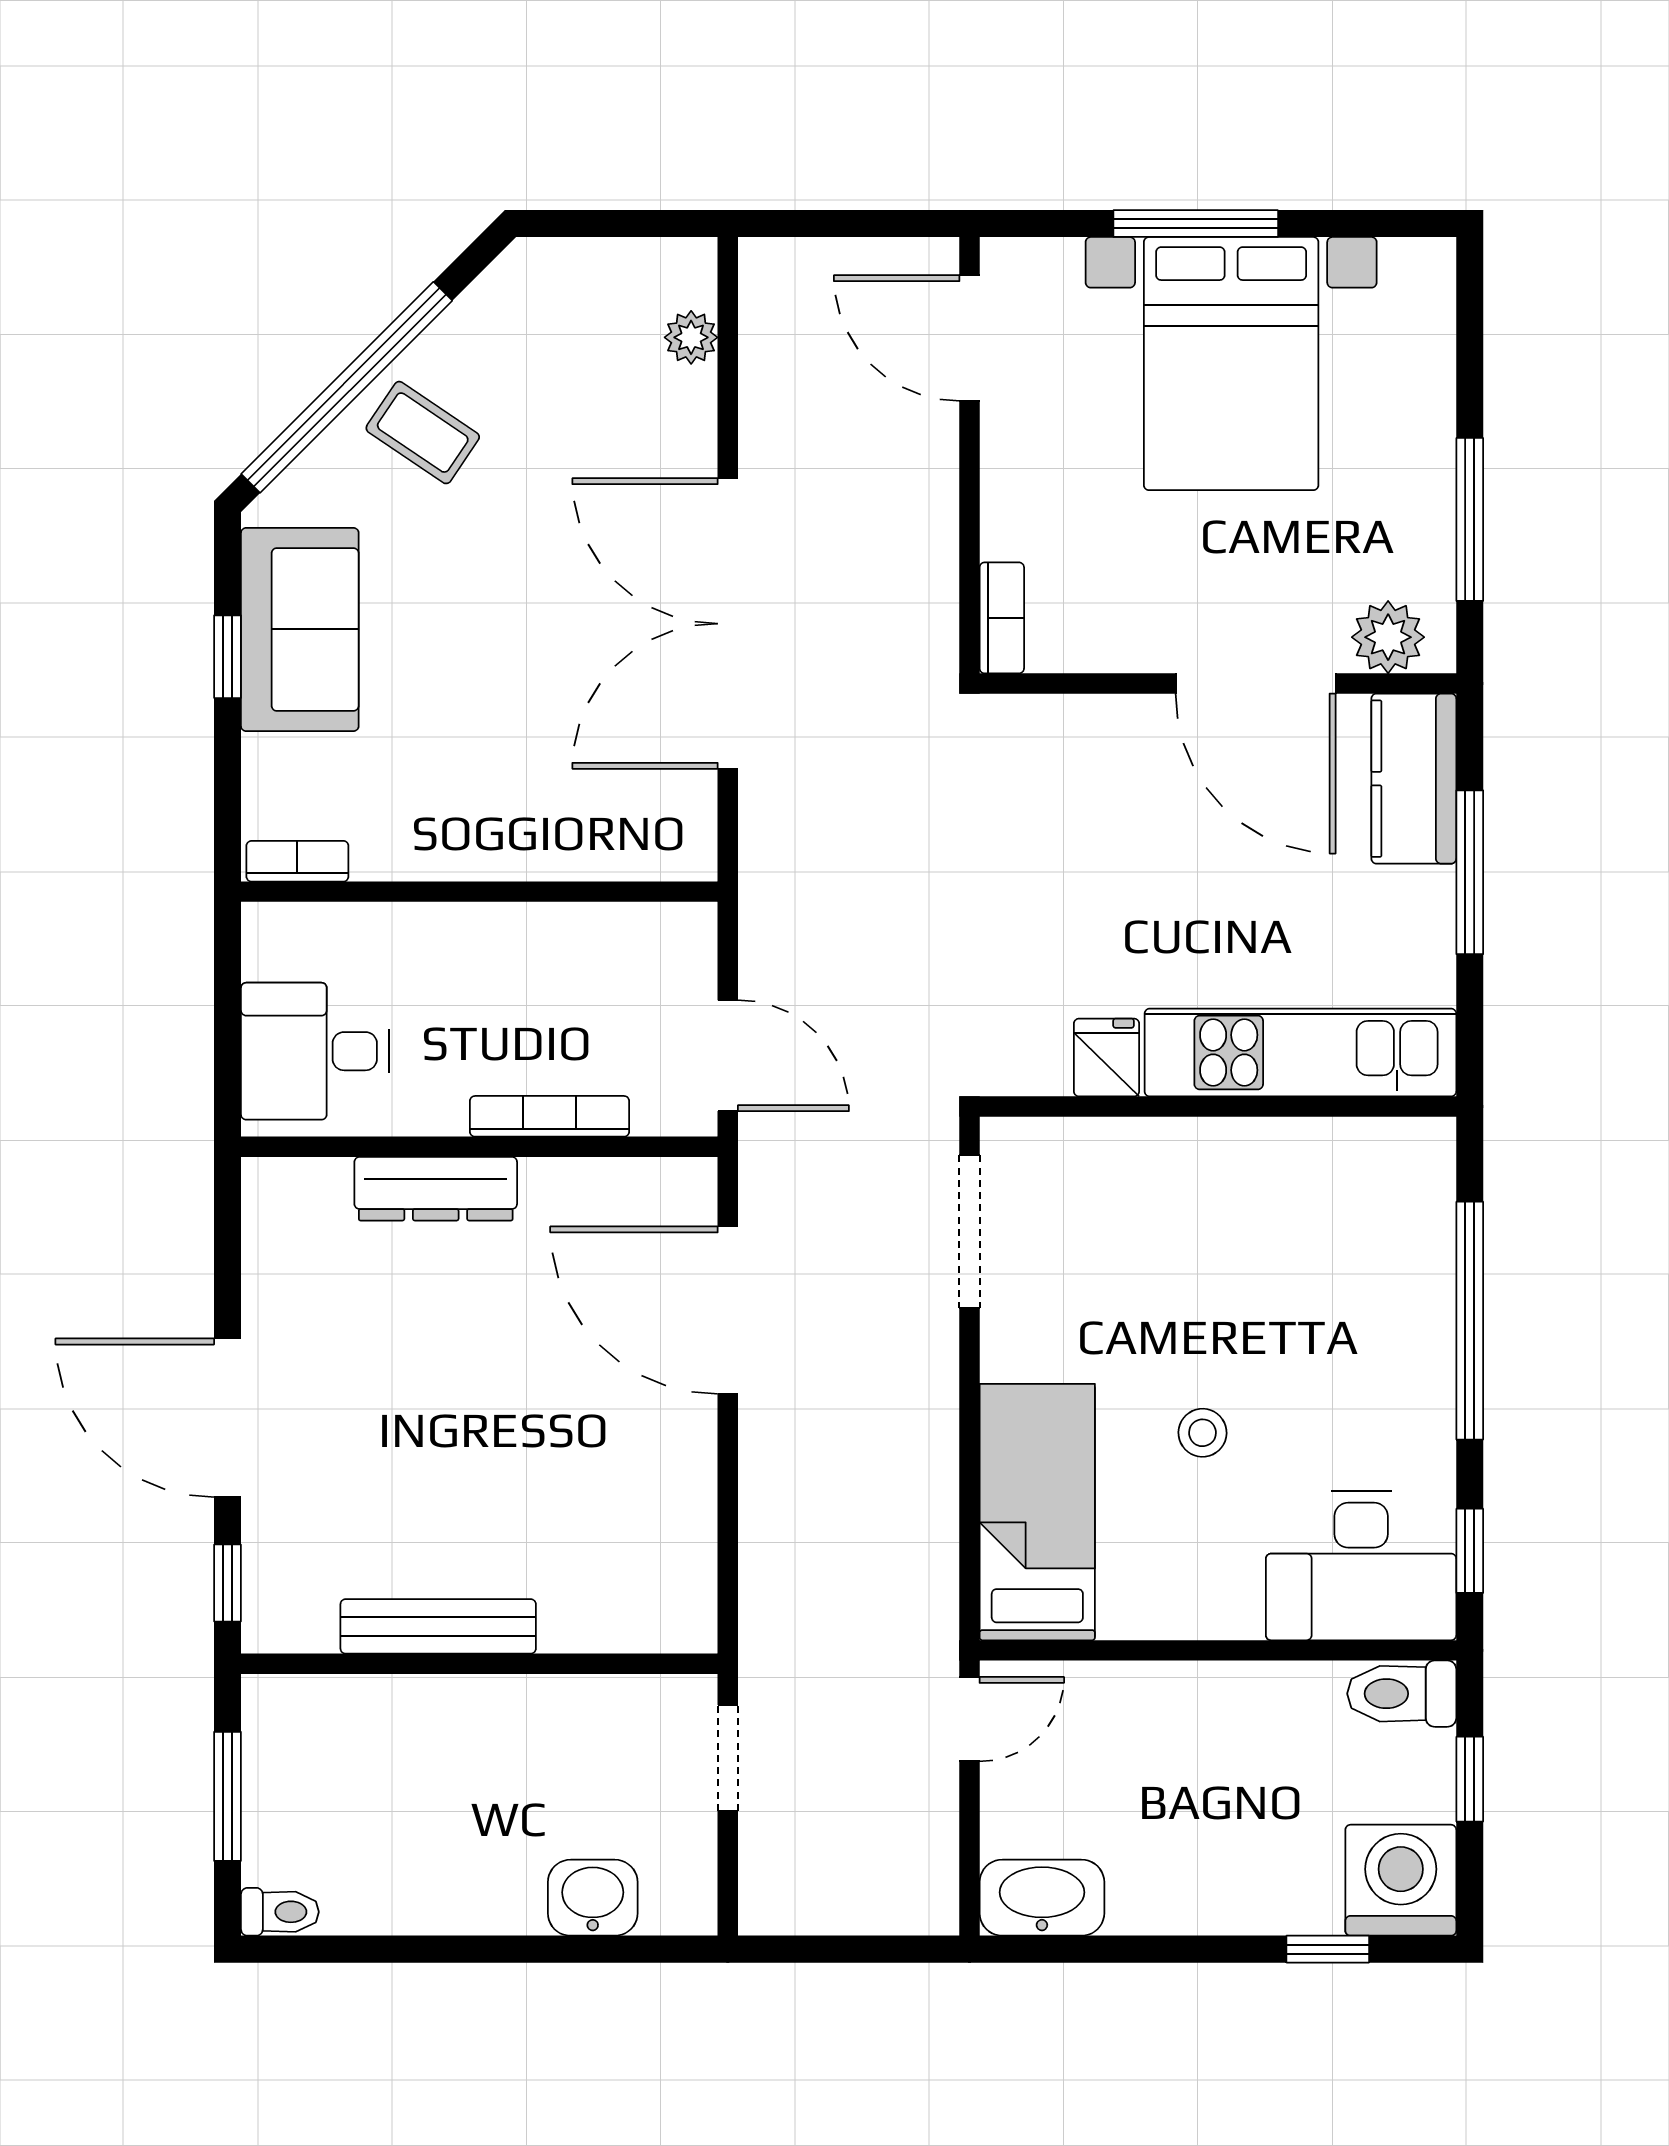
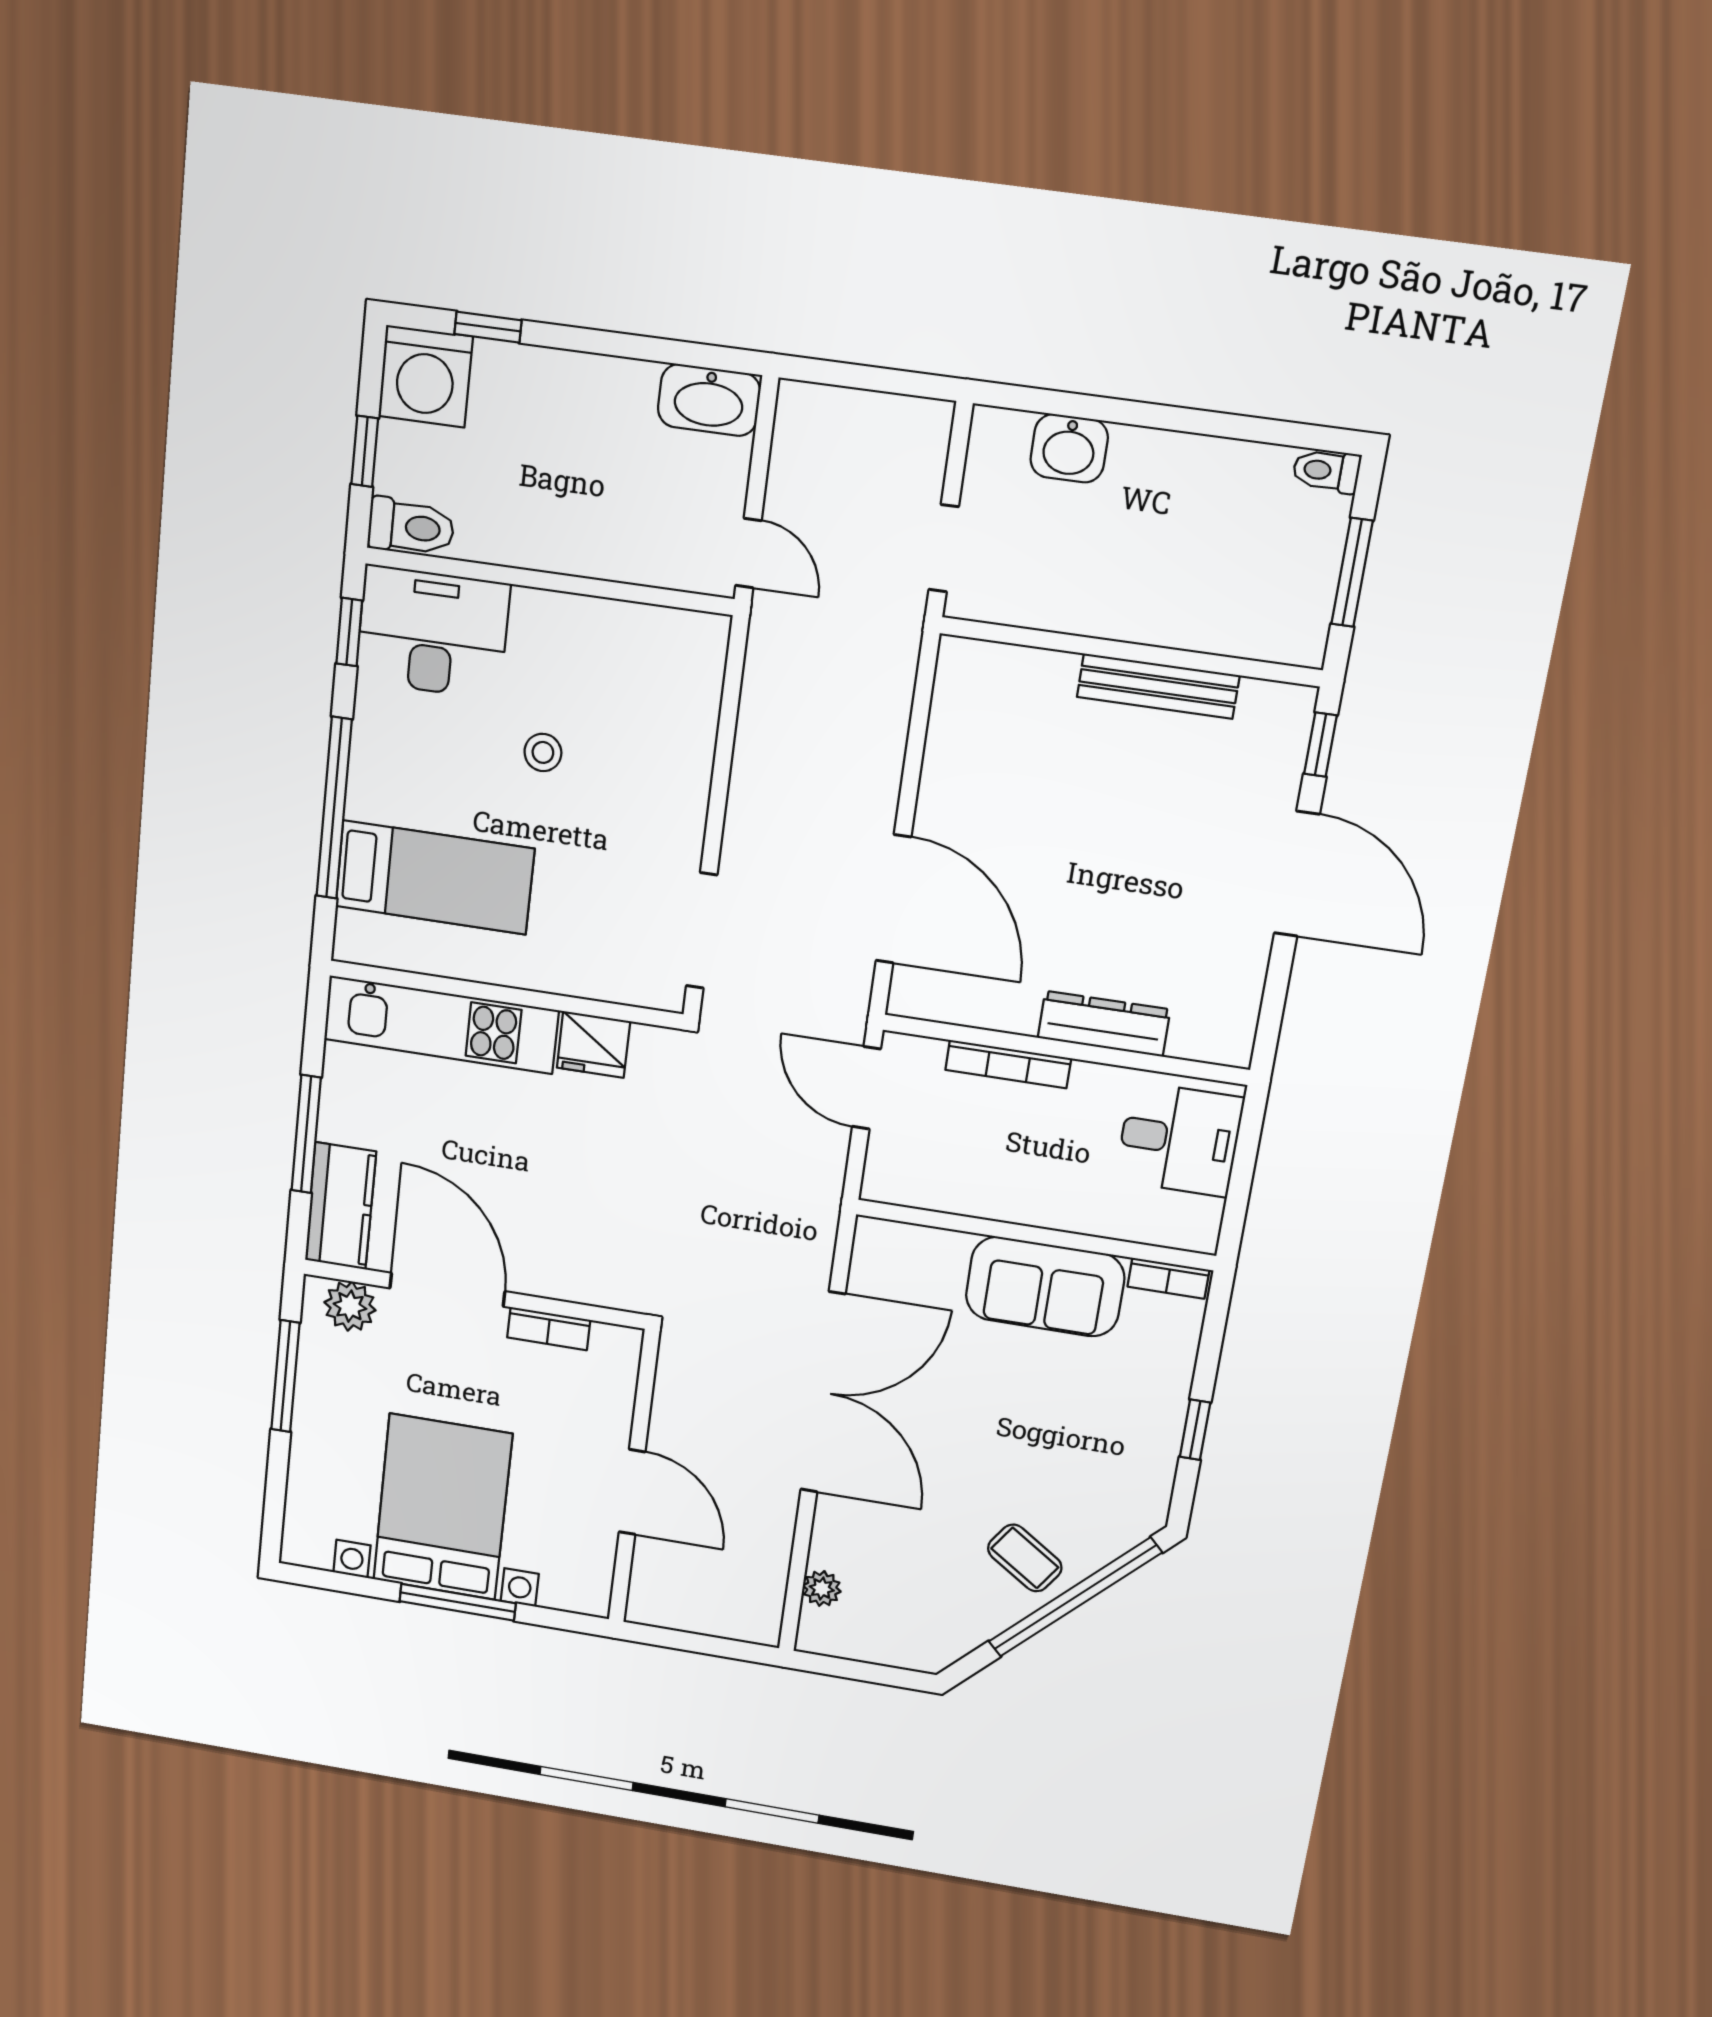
door: (969, 338) -> (632, 1492), moved
bookcase: (1002, 618) -> (549, 1329), moved, turned -90
sofa: (300, 629) -> (1045, 1287), moved, turned -90
fridge: (1107, 1057) -> (593, 1045), width x1.38
bed: (1037, 1512) -> (435, 877), moved, turned -90
door: (969, 1719) -> (749, 553), swing flipped

